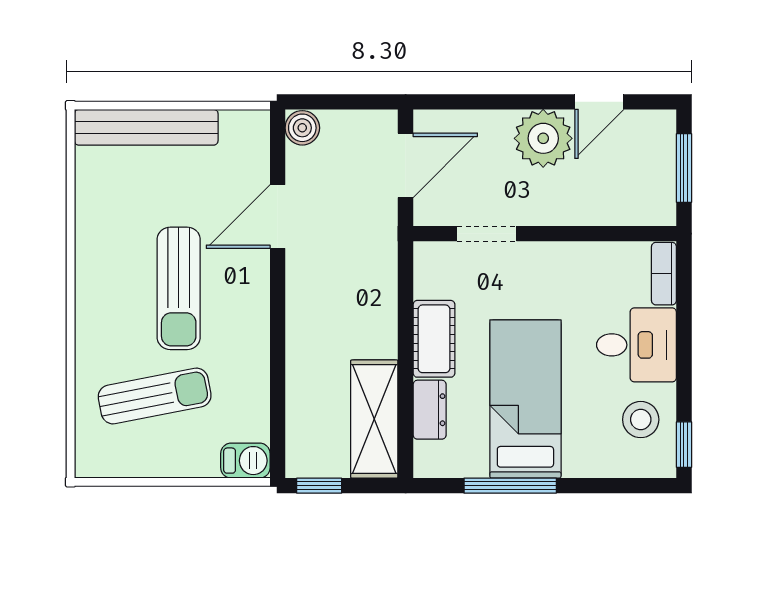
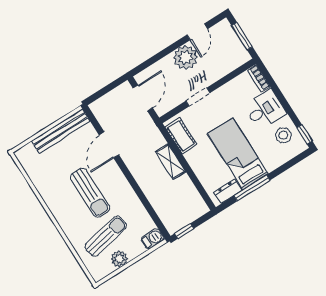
bench: (146, 127) -> (61, 131), moved
boiler: (302, 128) -> (98, 108), removed
doorway: (487, 234) -> (198, 97), moved
cot: (434, 339) -> (181, 136), moved
dresser: (430, 410) -> (228, 191), moved, turned -90
shelving: (374, 419) -> (171, 162), moved, width x0.67, depth x0.75
plant: (153, 458) -> (119, 259), added

